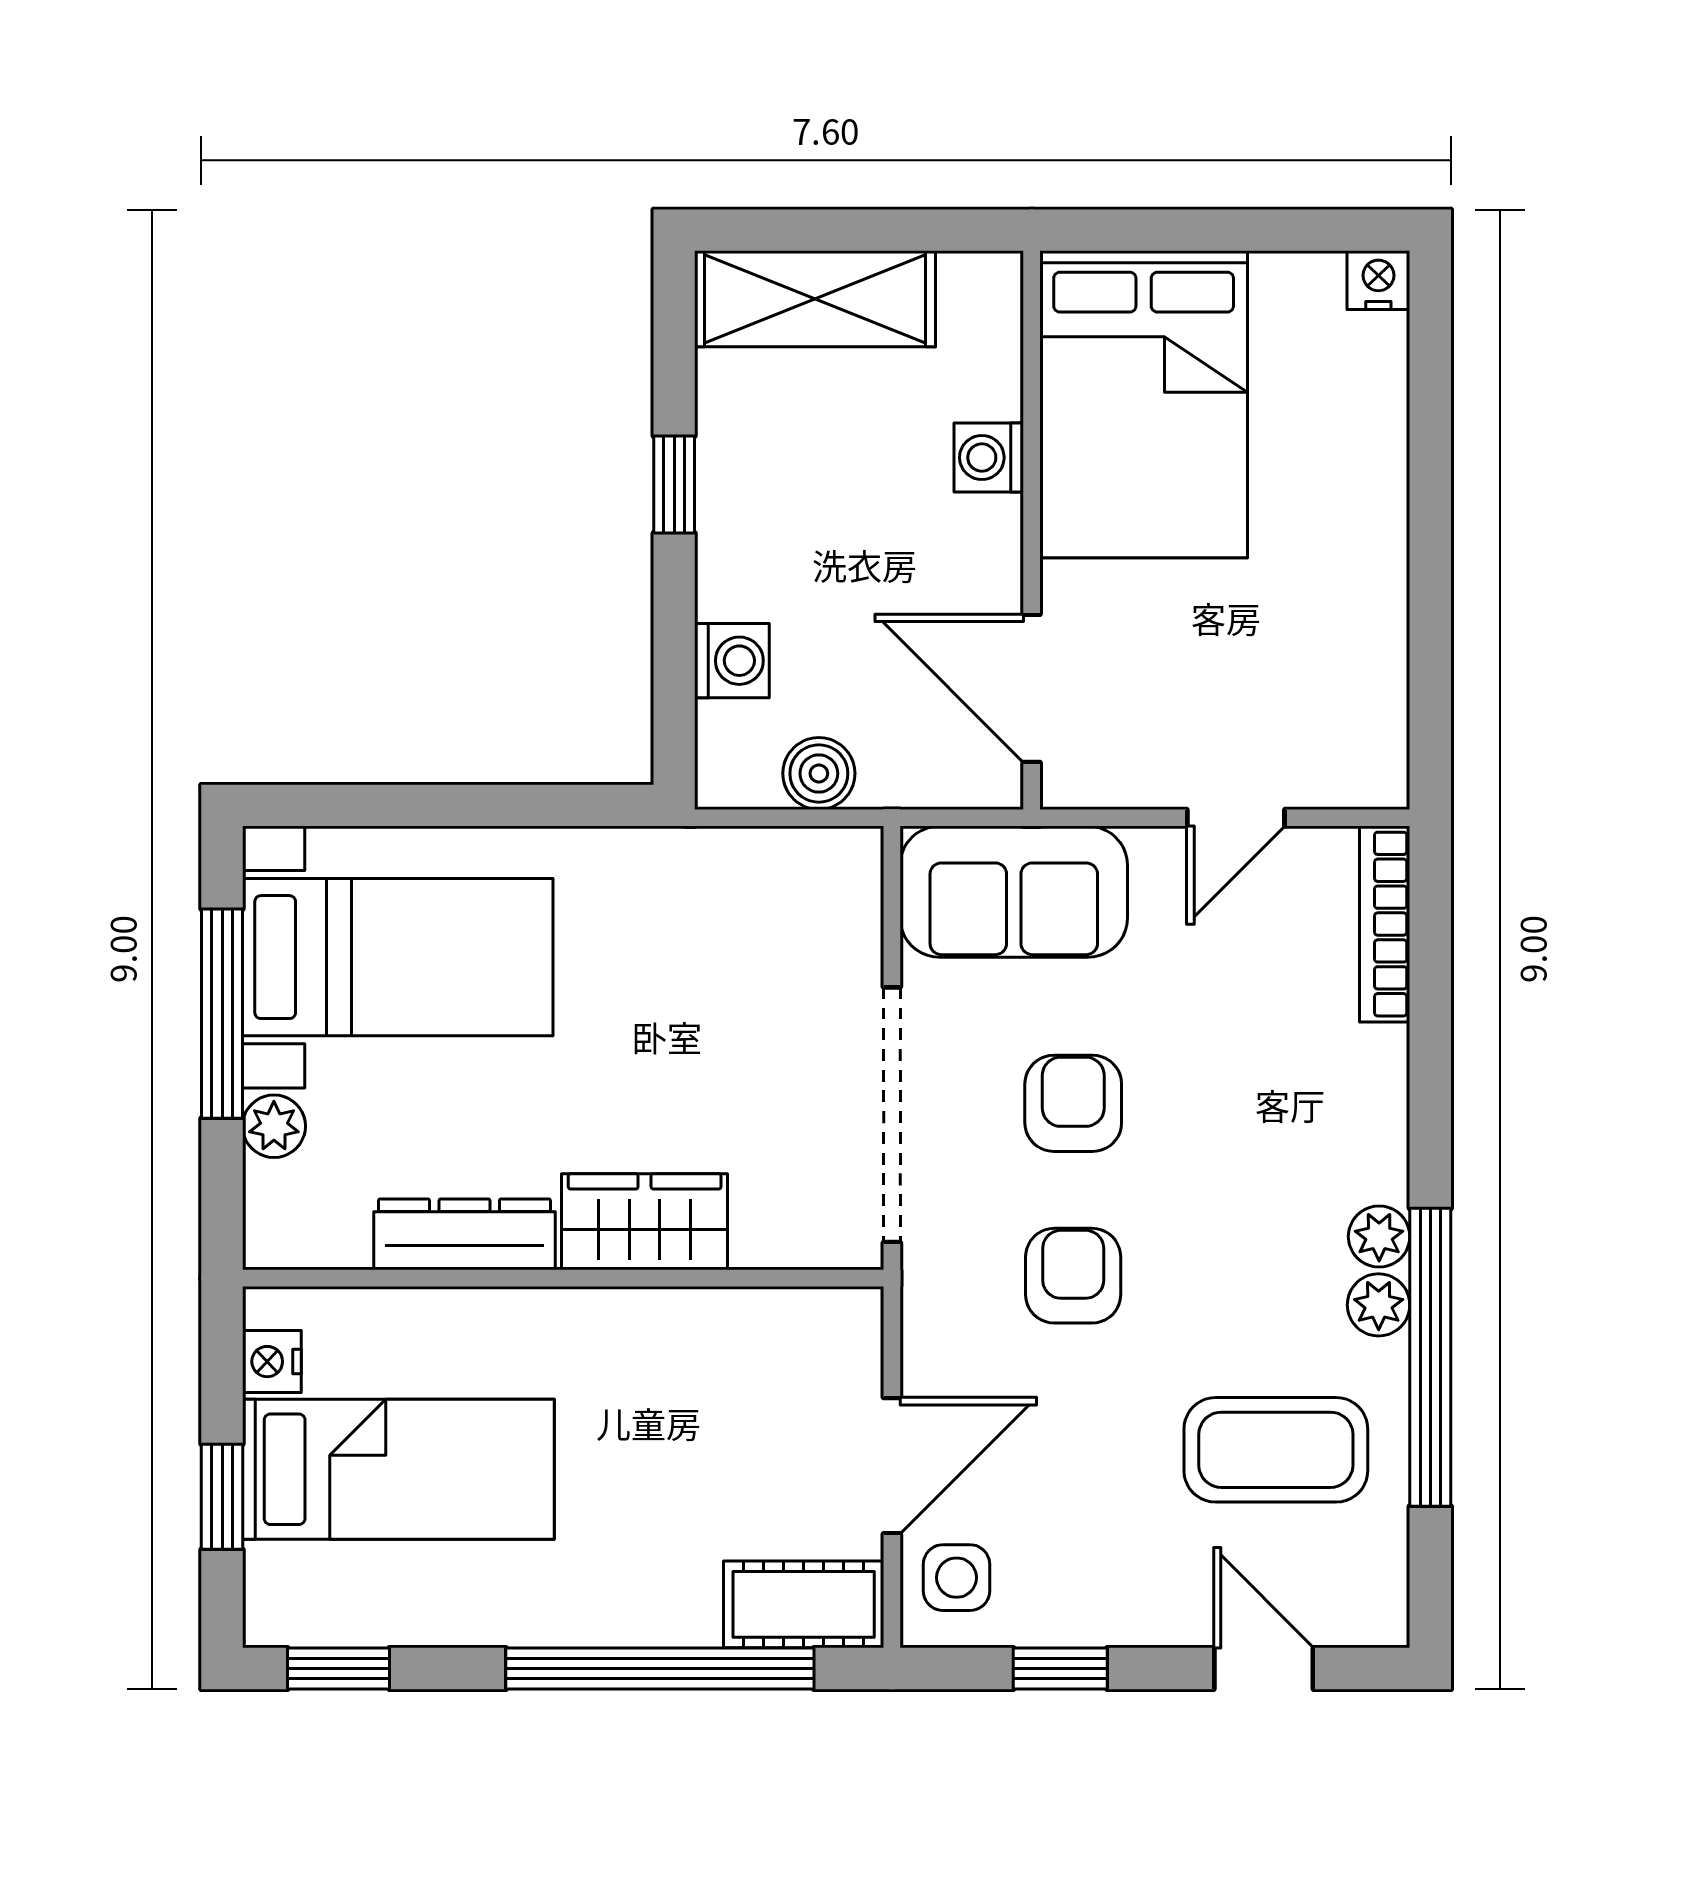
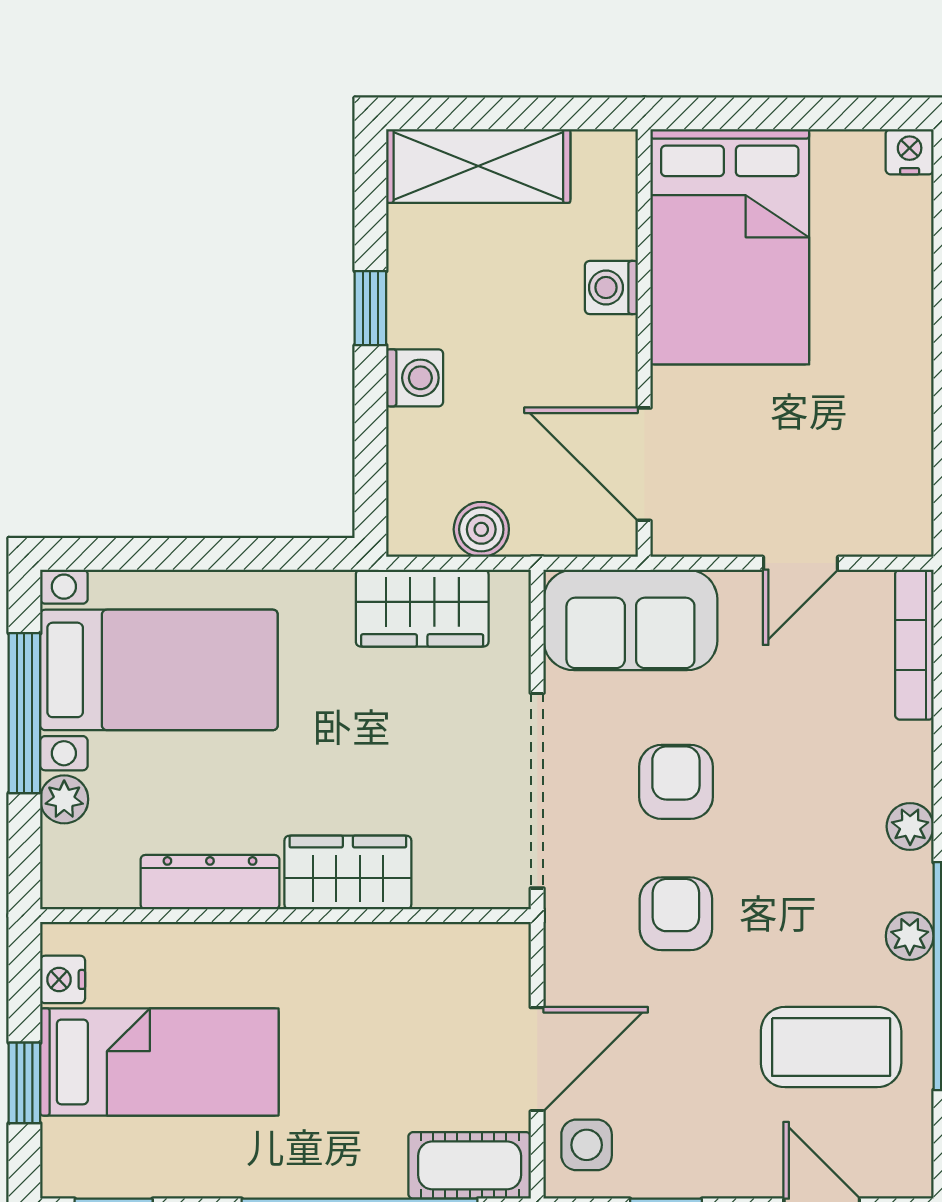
washing machine: (732, 661) -> (415, 378), moved
wardrobe: (742, 876) -> (422, 608), added
plant: (1379, 1236) -> (910, 826), moved

